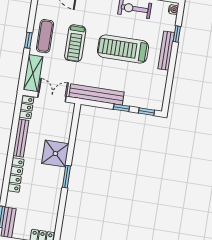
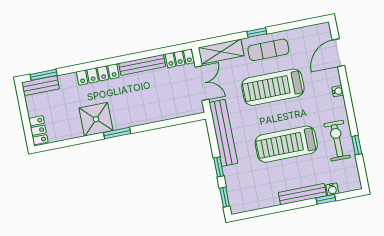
water cooler: (173, 10) -> (332, 189), moved
treadmill: (75, 43) -> (273, 87), width x1.37, depth x1.38
treadmill: (123, 49) -> (286, 144), turned -90
shower: (55, 154) -> (96, 119), moved

